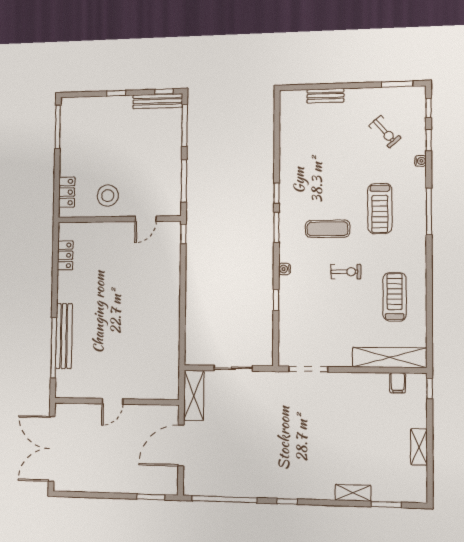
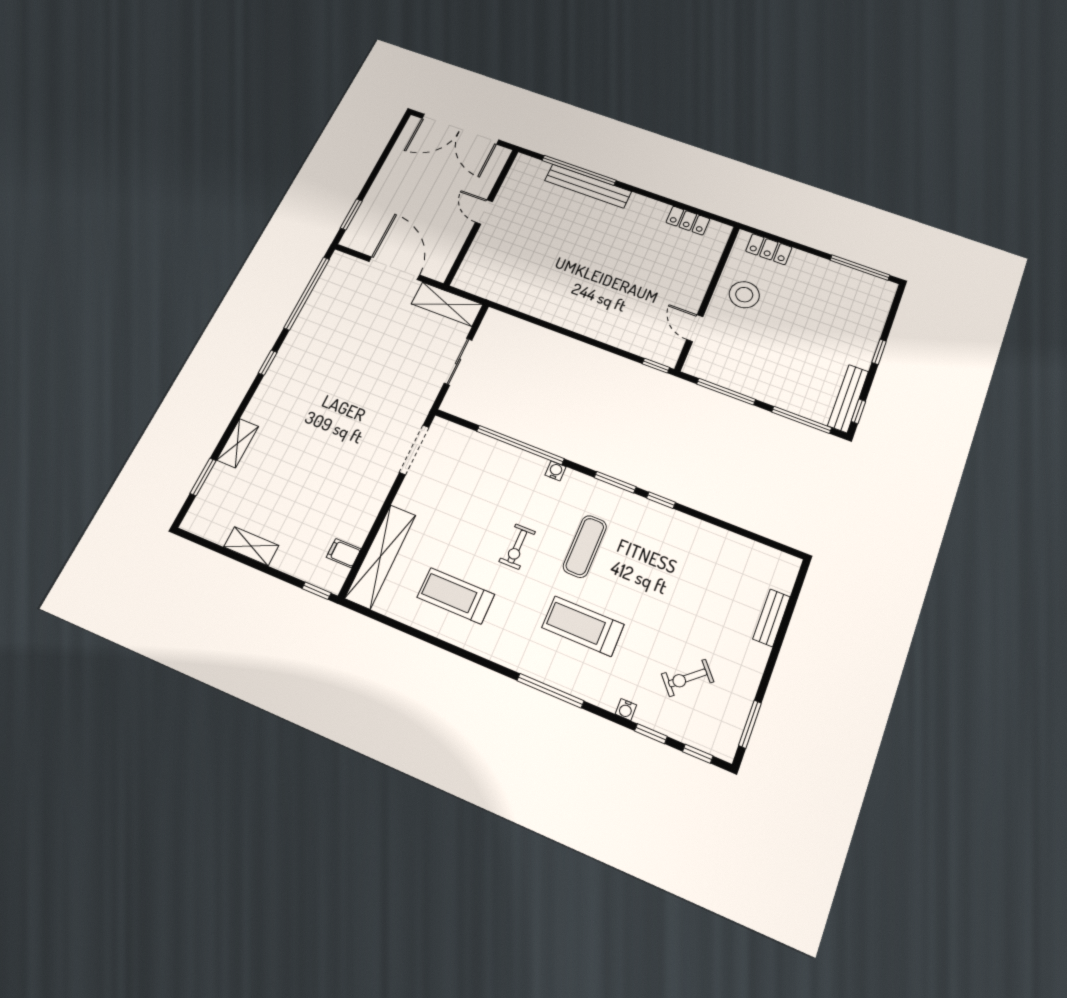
treadmill: (395, 297) -> (456, 596), turned 180
window: (276, 300) -> (520, 445), width x3.17
double door: (52, 449) -> (460, 129), swing flipped

